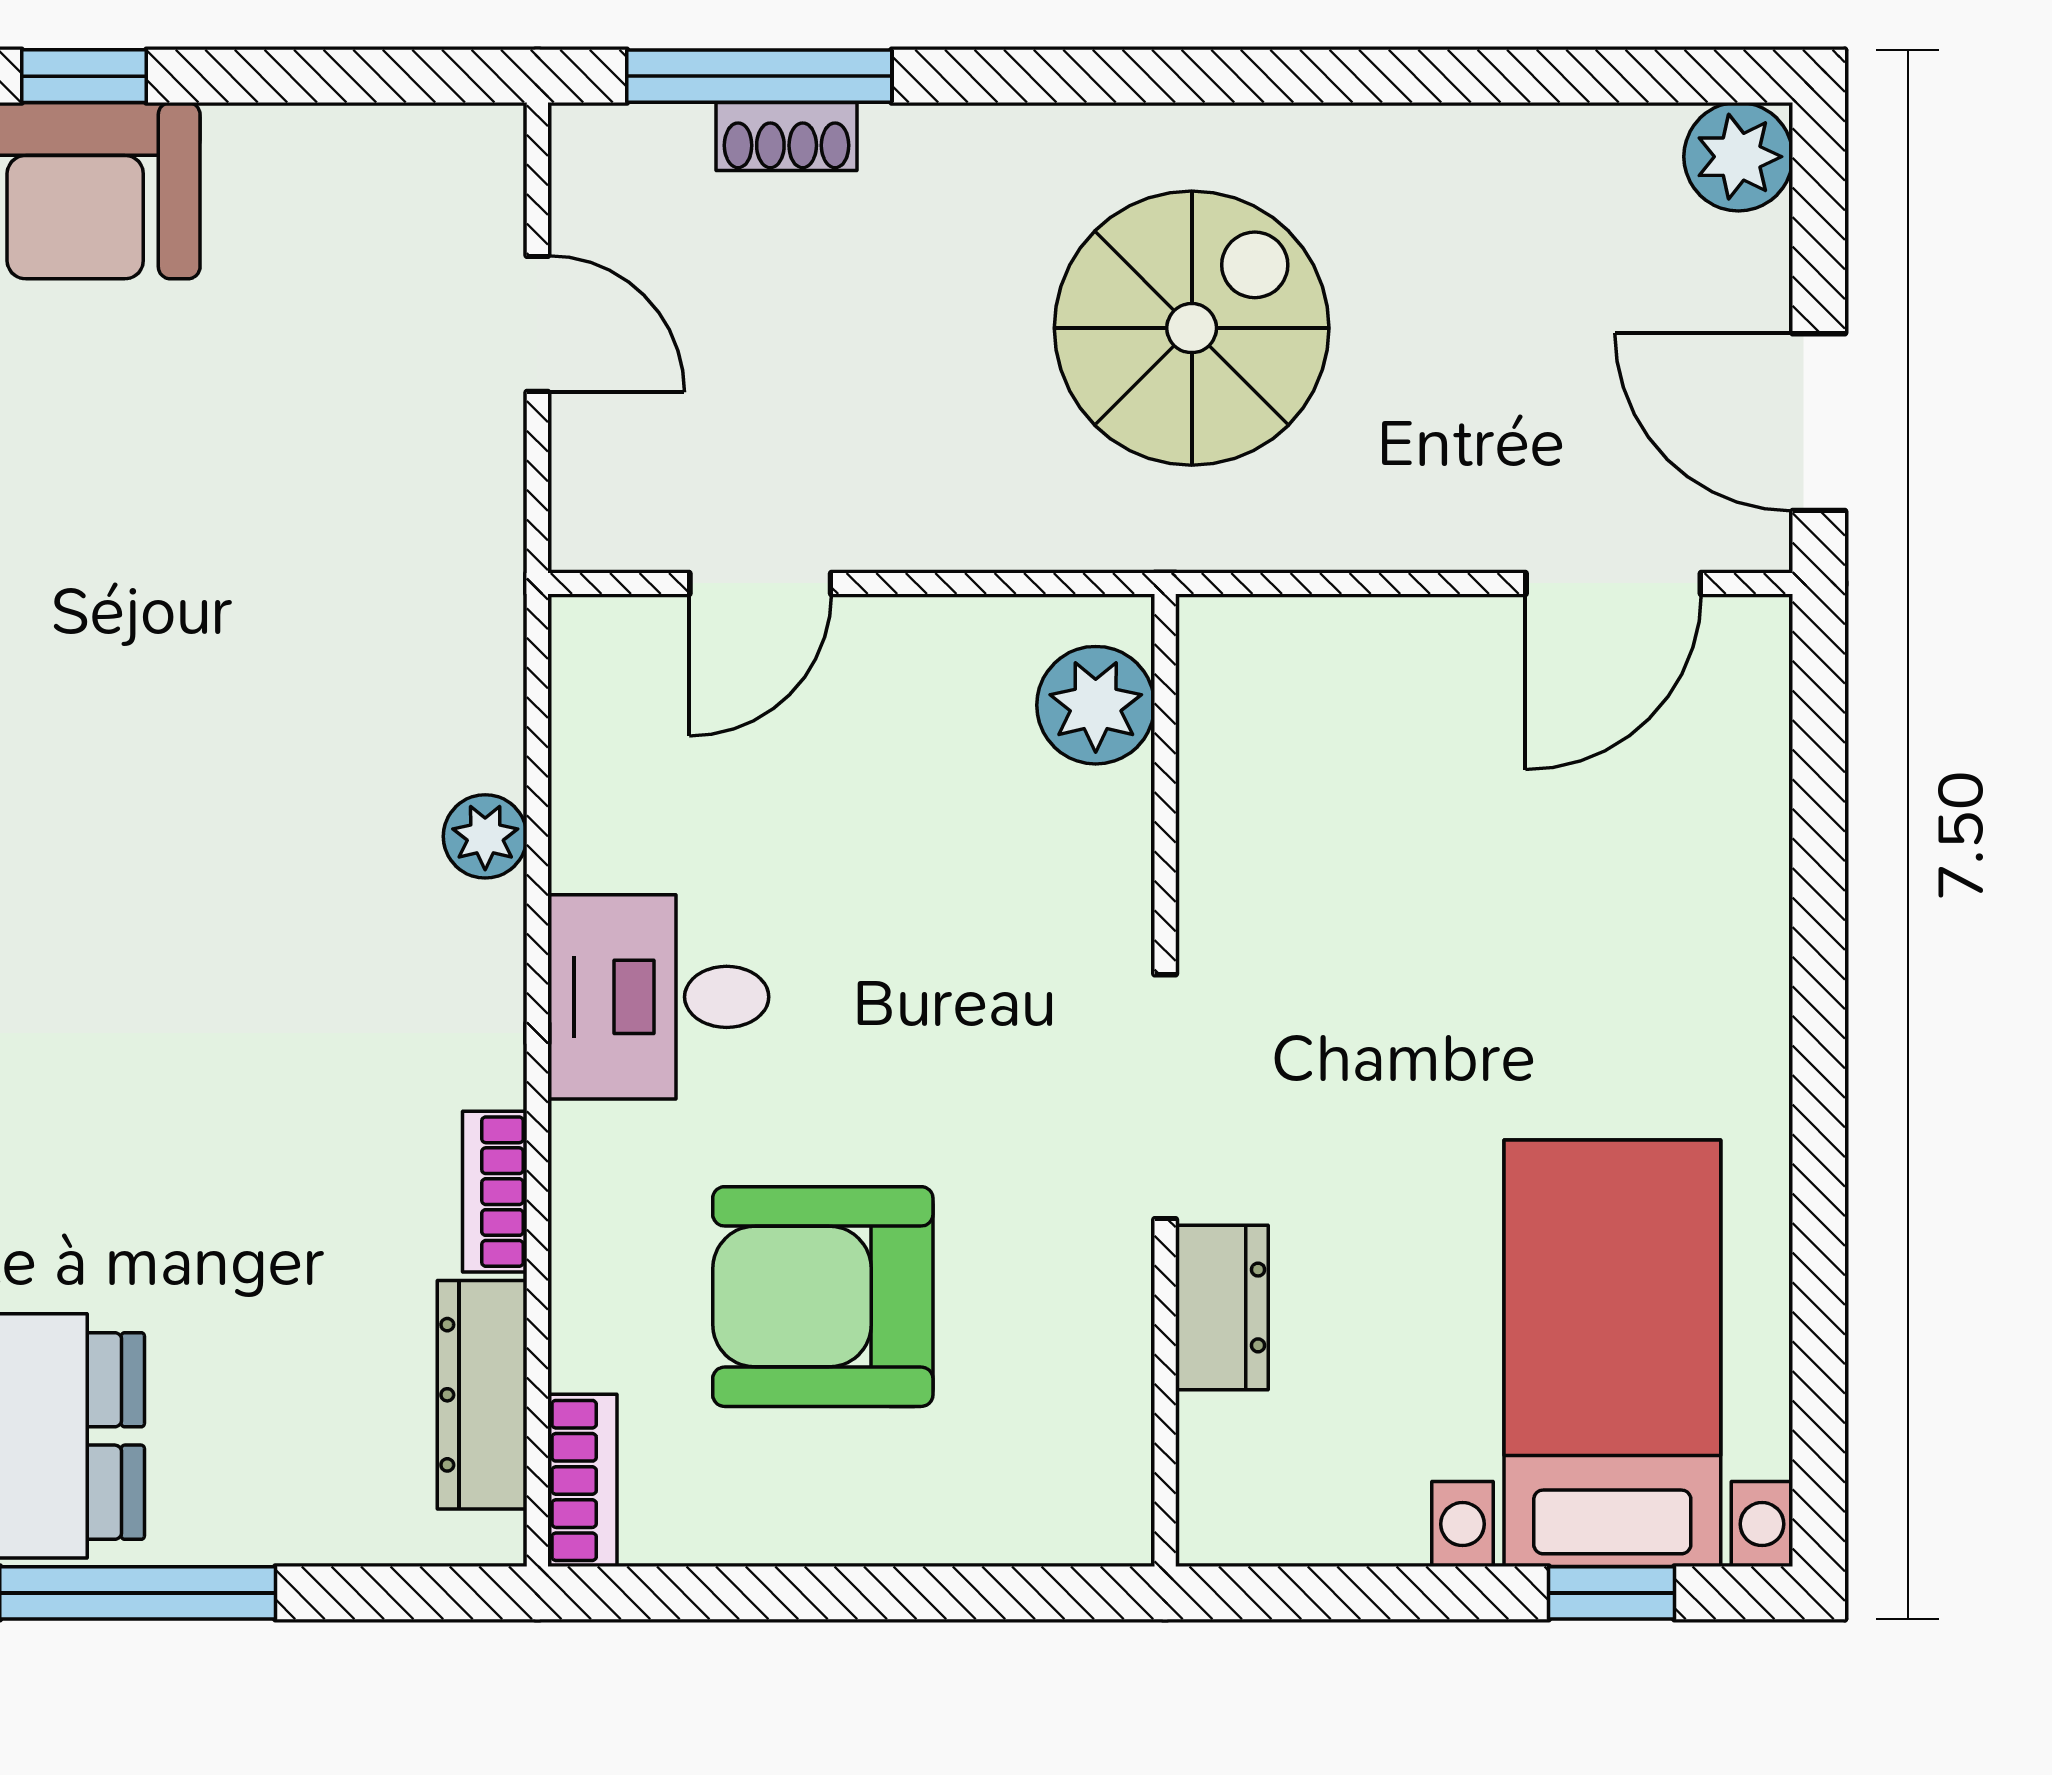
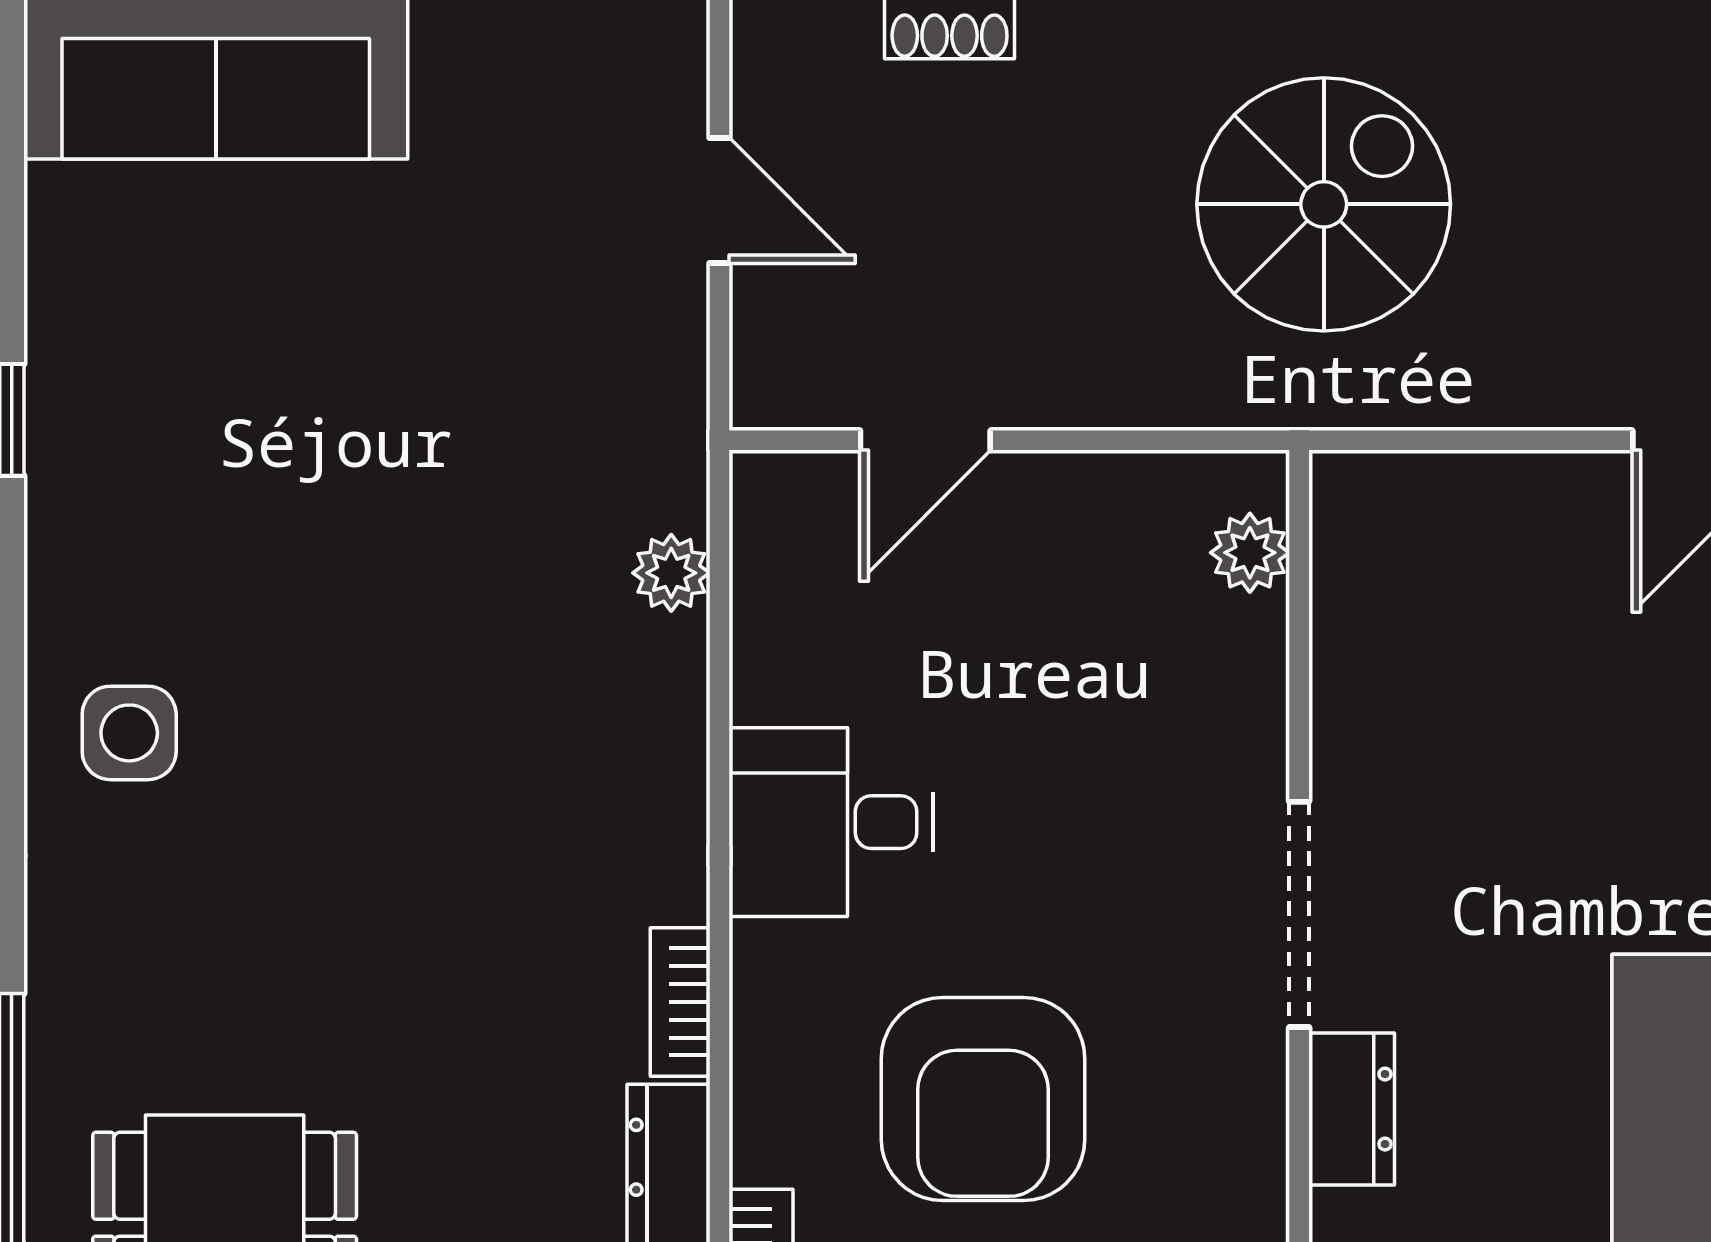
plant: (1096, 705) -> (1250, 553), width x0.73, depth x0.73
plant: (485, 836) -> (671, 573), moved
armchair: (823, 1297) -> (983, 1099), turned -90

